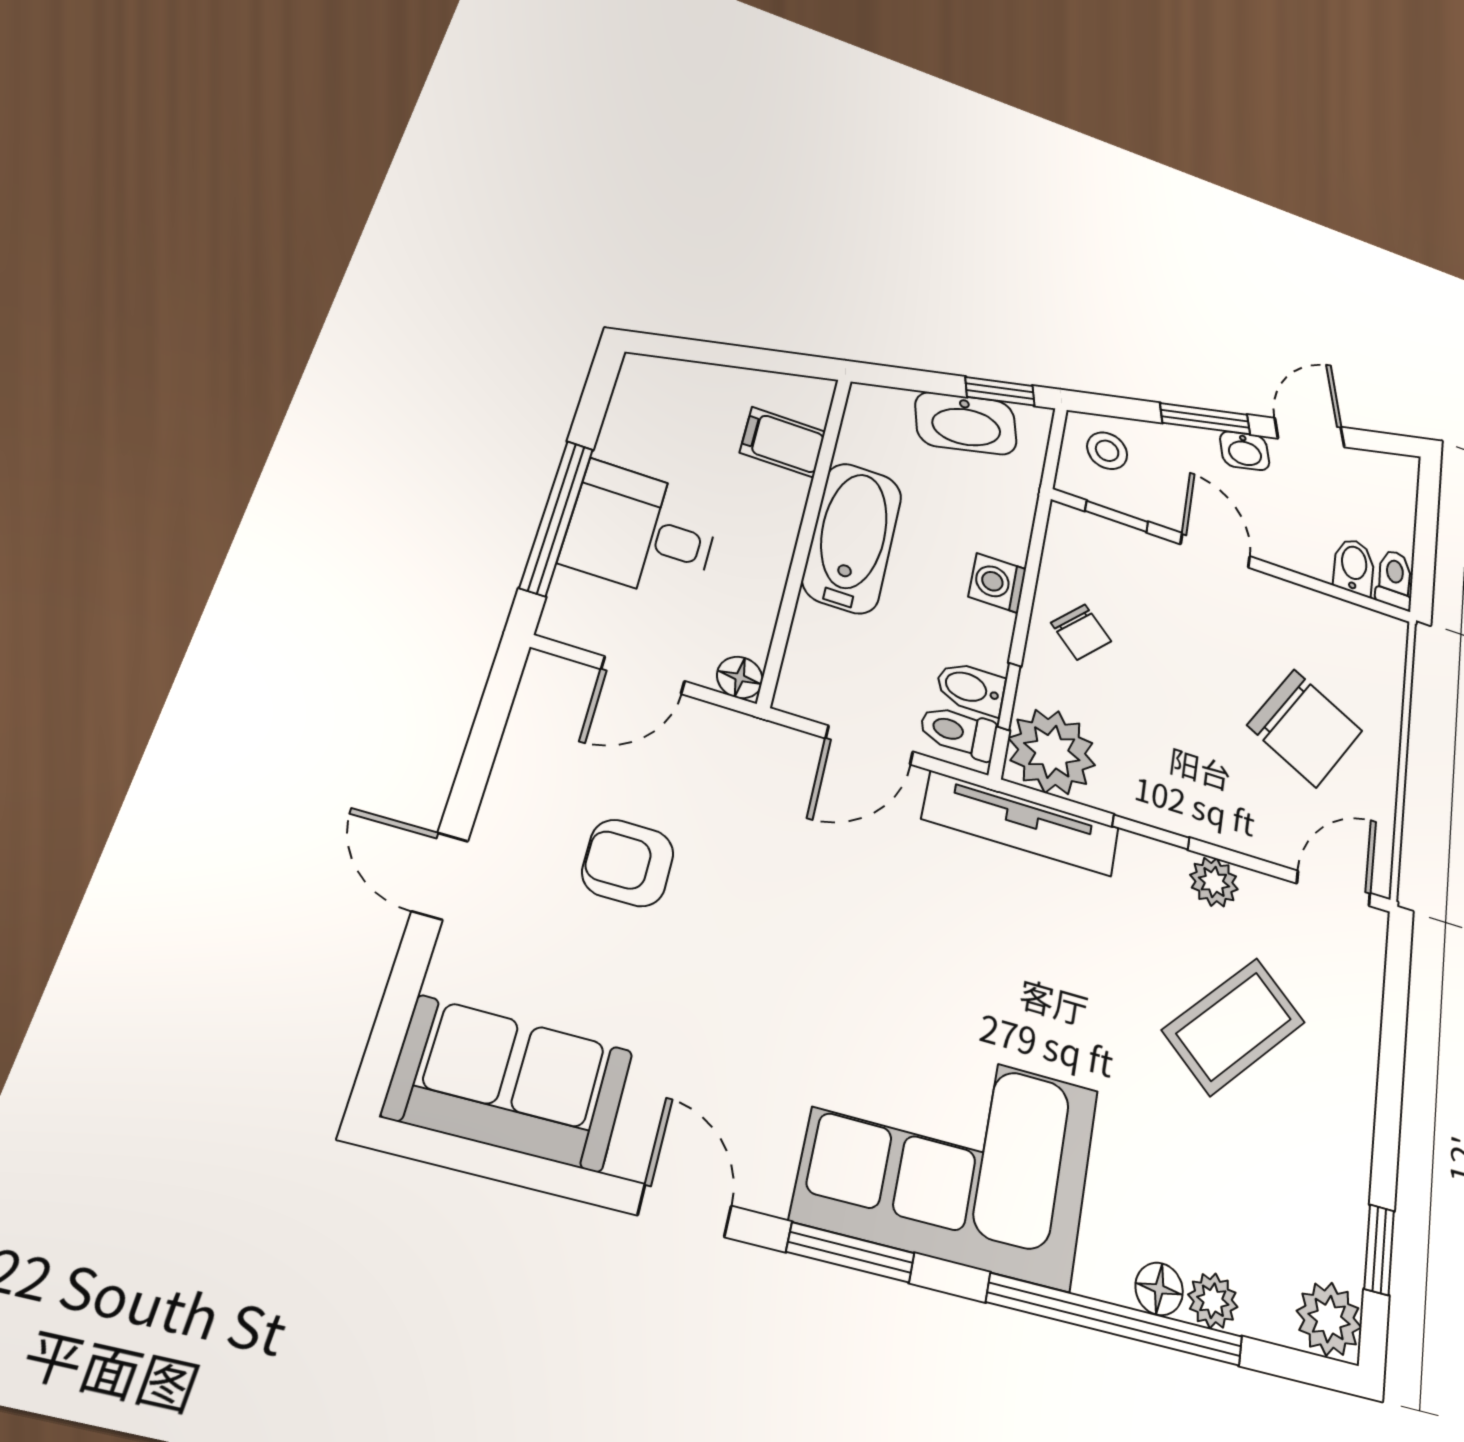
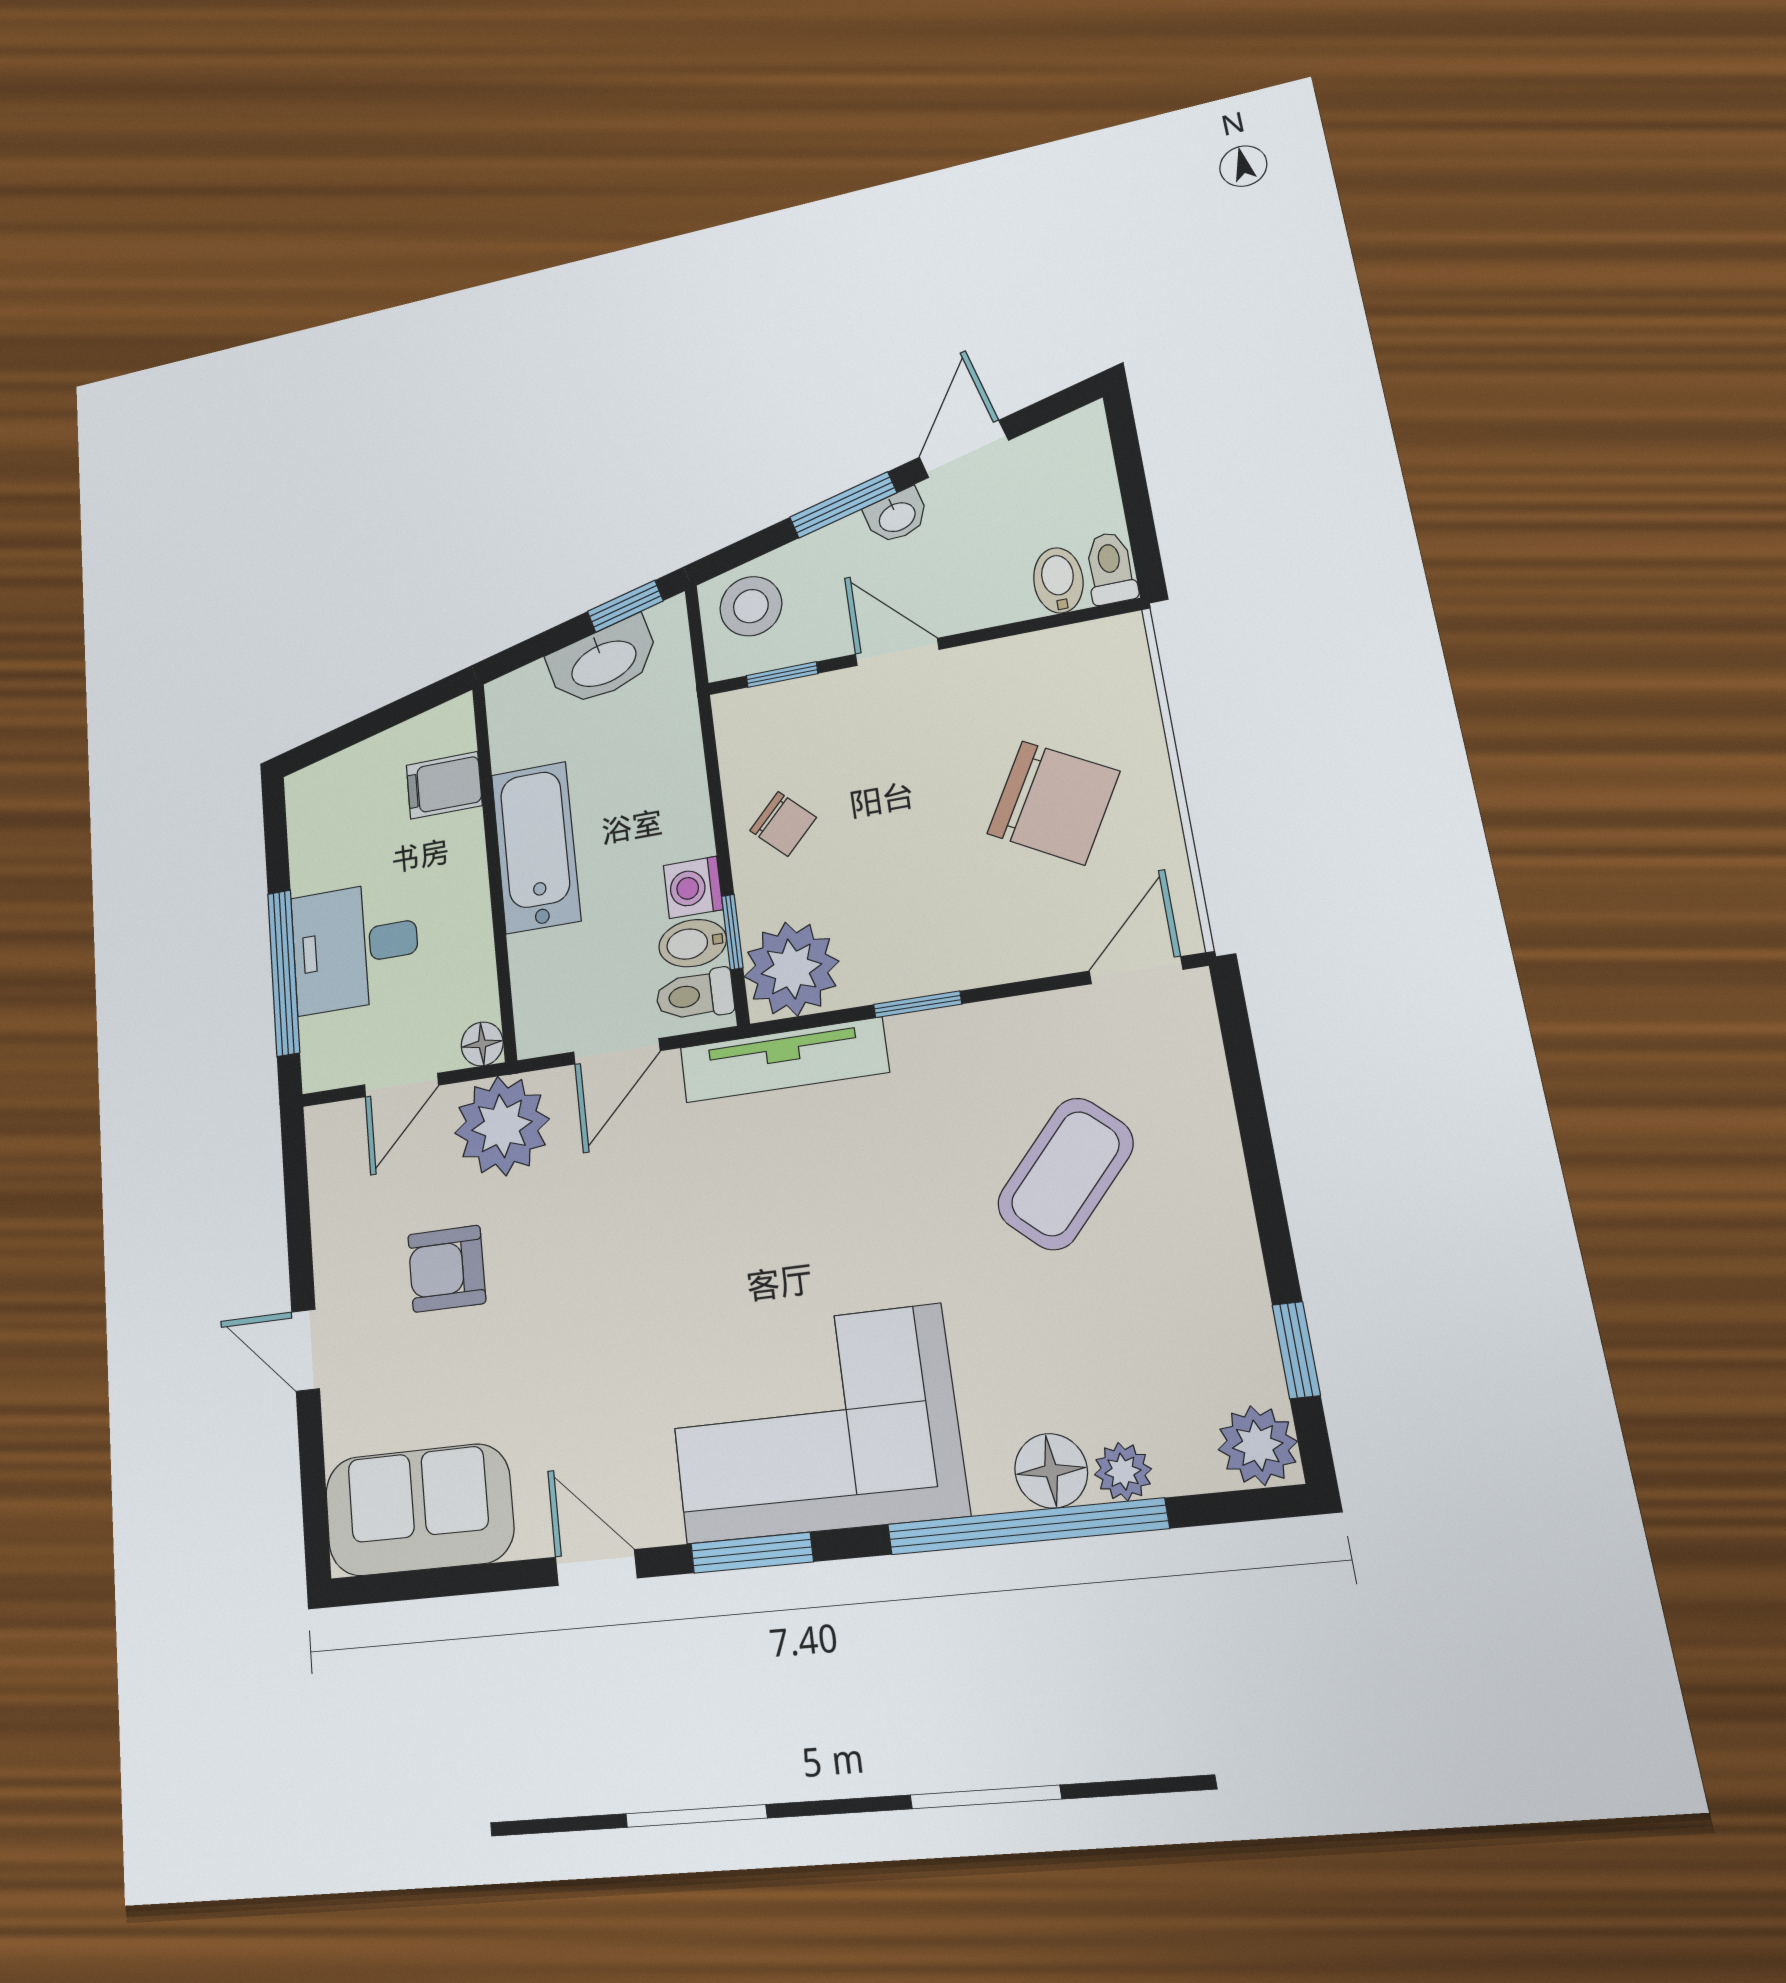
stool: (1107, 451) -> (751, 606), width x1.37, depth x1.37
washing machine: (997, 583) -> (693, 887), moved
plant: (1214, 882) -> (502, 1126), moved, width x1.88, depth x1.88
floor lamp: (1159, 1289) -> (1051, 1471), width x1.37, depth x1.37

